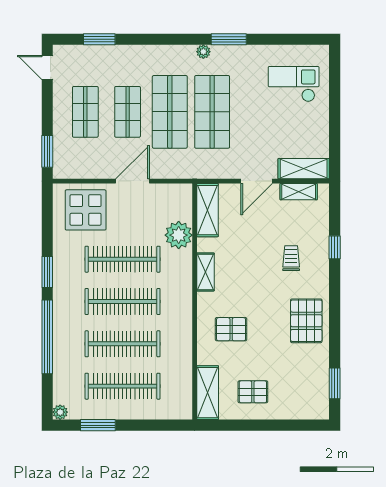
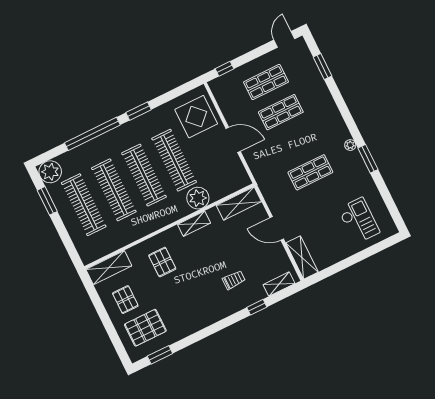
shop shelf: (170, 112) -> (296, 142), removed
shop shelf: (212, 112) -> (310, 172), width x0.70, depth x0.74
window: (47, 151) -> (224, 69), width x0.67
shelving: (299, 192) -> (279, 284), moved, turned 90
plant: (179, 235) -> (198, 198), moved
pallet: (306, 321) -> (145, 328), moved
plant: (60, 412) -> (50, 172), width x1.87, depth x1.87

